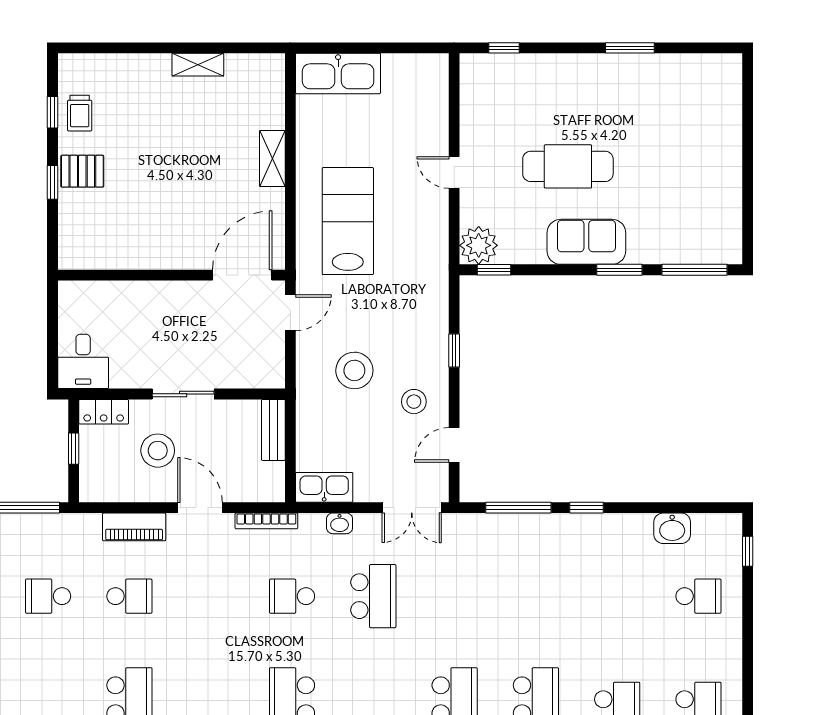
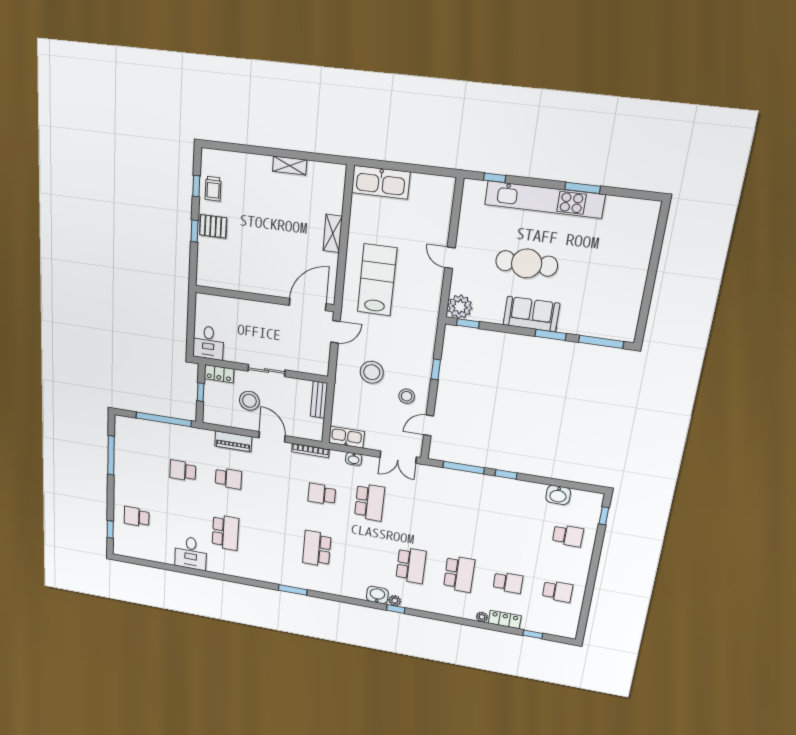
kitchen unit: (579, 70) -> (545, 200), added

